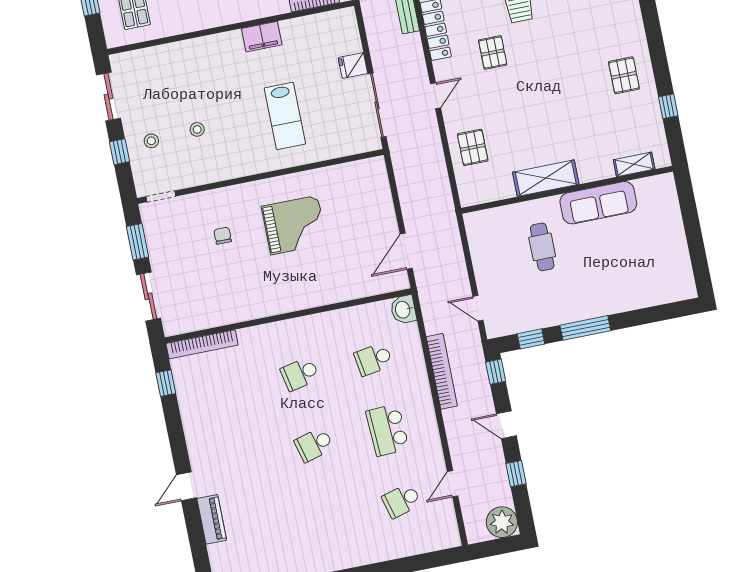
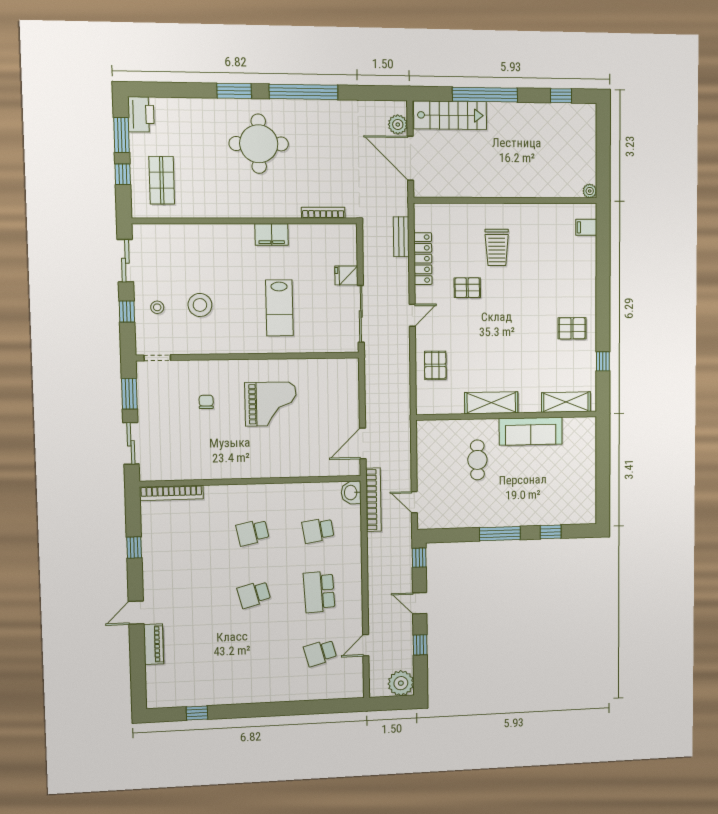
pallet: (493, 53) -> (467, 288), turned 90
pallet: (624, 75) -> (572, 328), turned 90
stool: (197, 129) -> (200, 305), width x1.89, depth x1.89
shelving: (634, 164) -> (566, 402), width x1.50, depth x1.33
window: (531, 339) -> (551, 532), moved
bookcase: (442, 371) -> (373, 500), moved
window: (166, 383) -> (134, 548), moved

